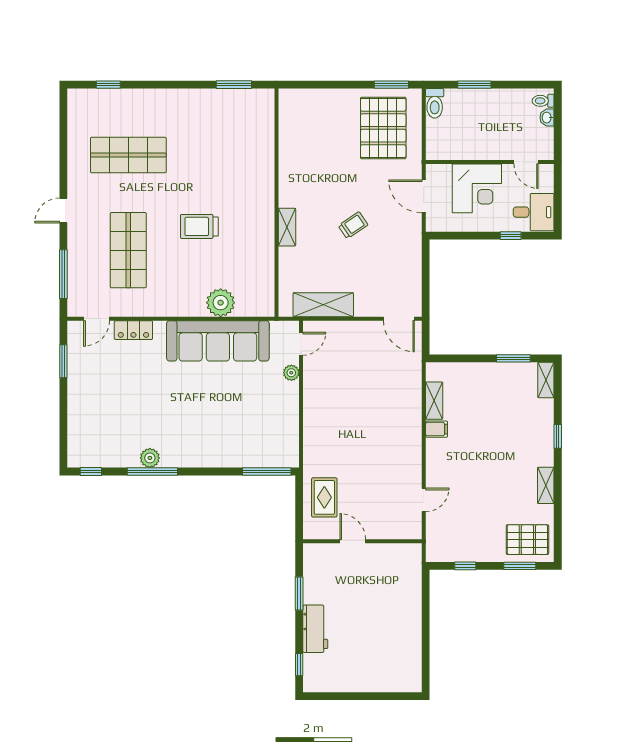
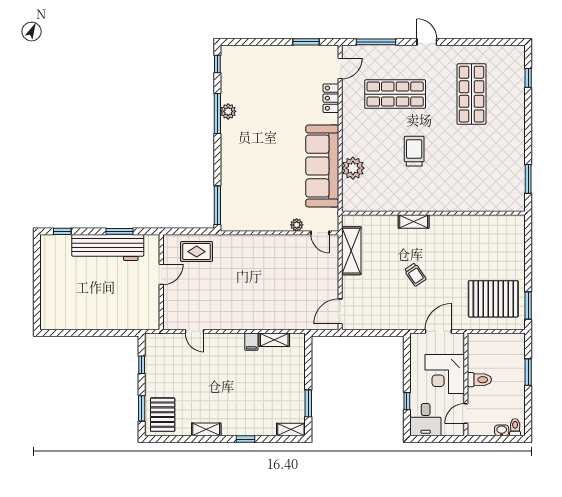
toilet: (435, 103) -> (479, 380), moved, turned 180
door: (97, 319) -> (340, 69), swing flipped
workbench: (315, 629) -> (108, 247), width x1.88, depth x1.32

